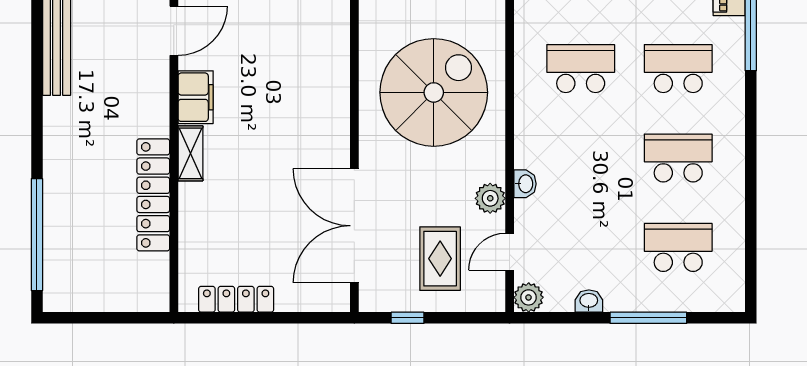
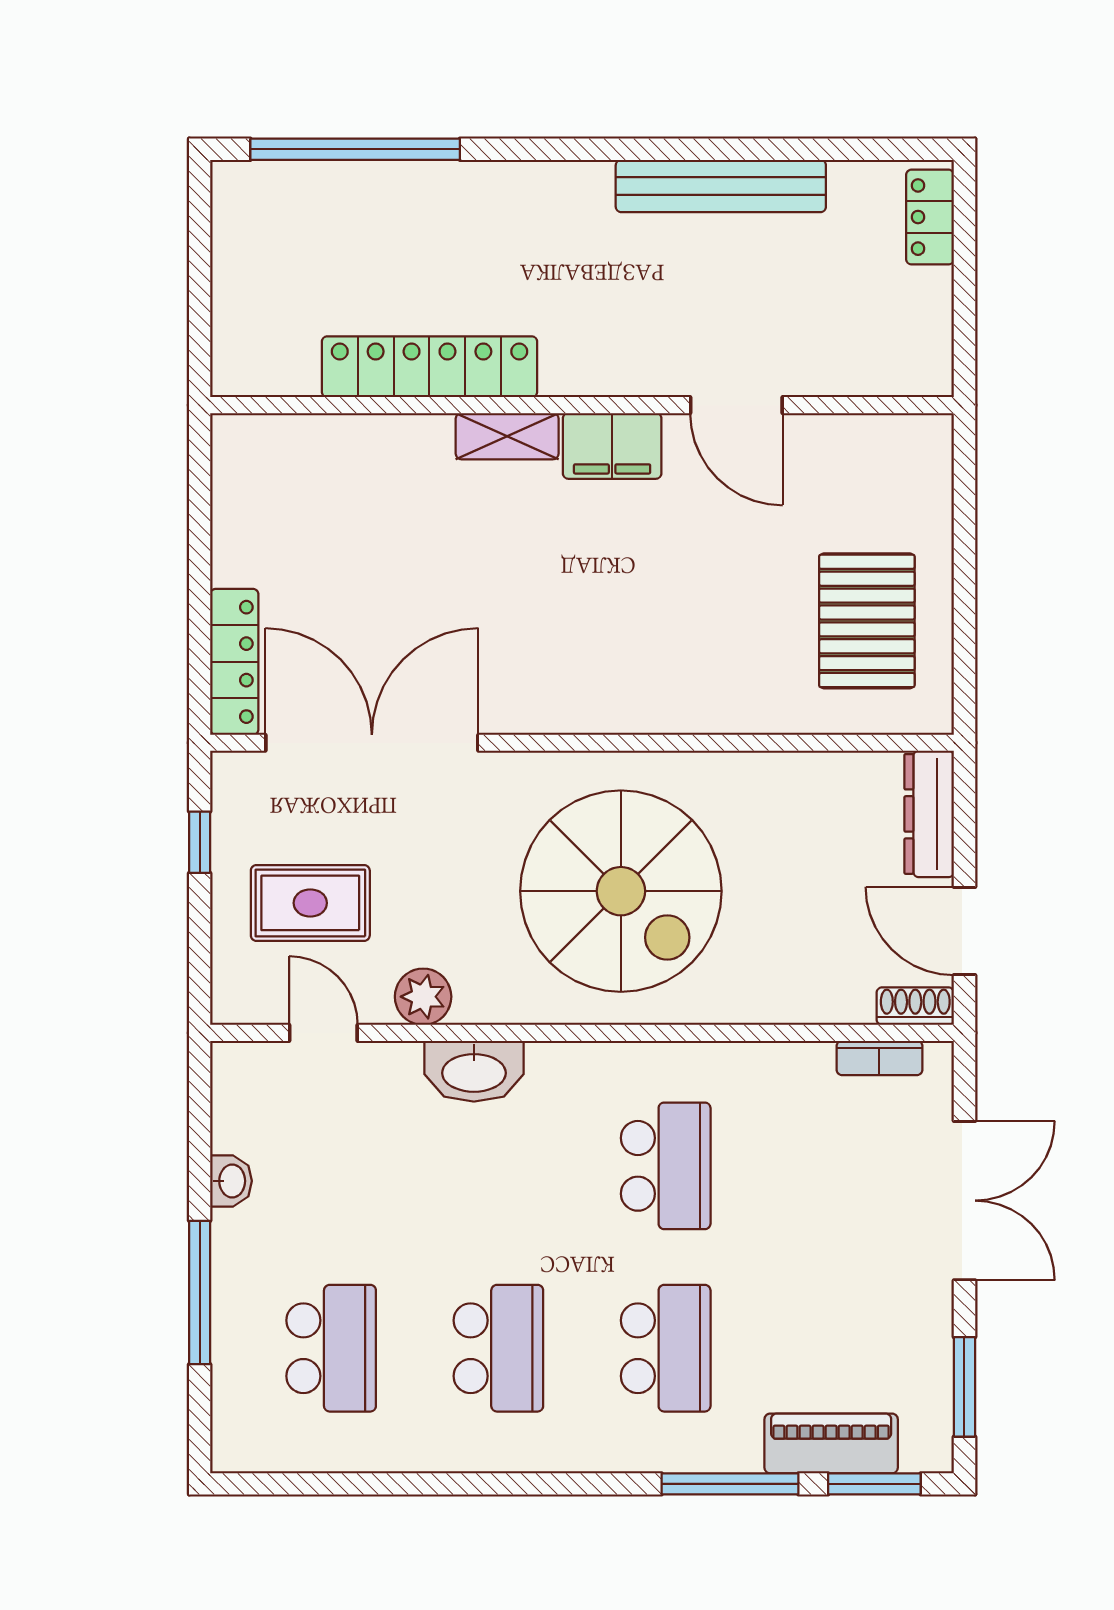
washbasin: (525, 184) -> (474, 1071), width x1.91, depth x1.45
plant: (529, 297) -> (238, 1068), removed
locker: (236, 299) -> (234, 662), moved

